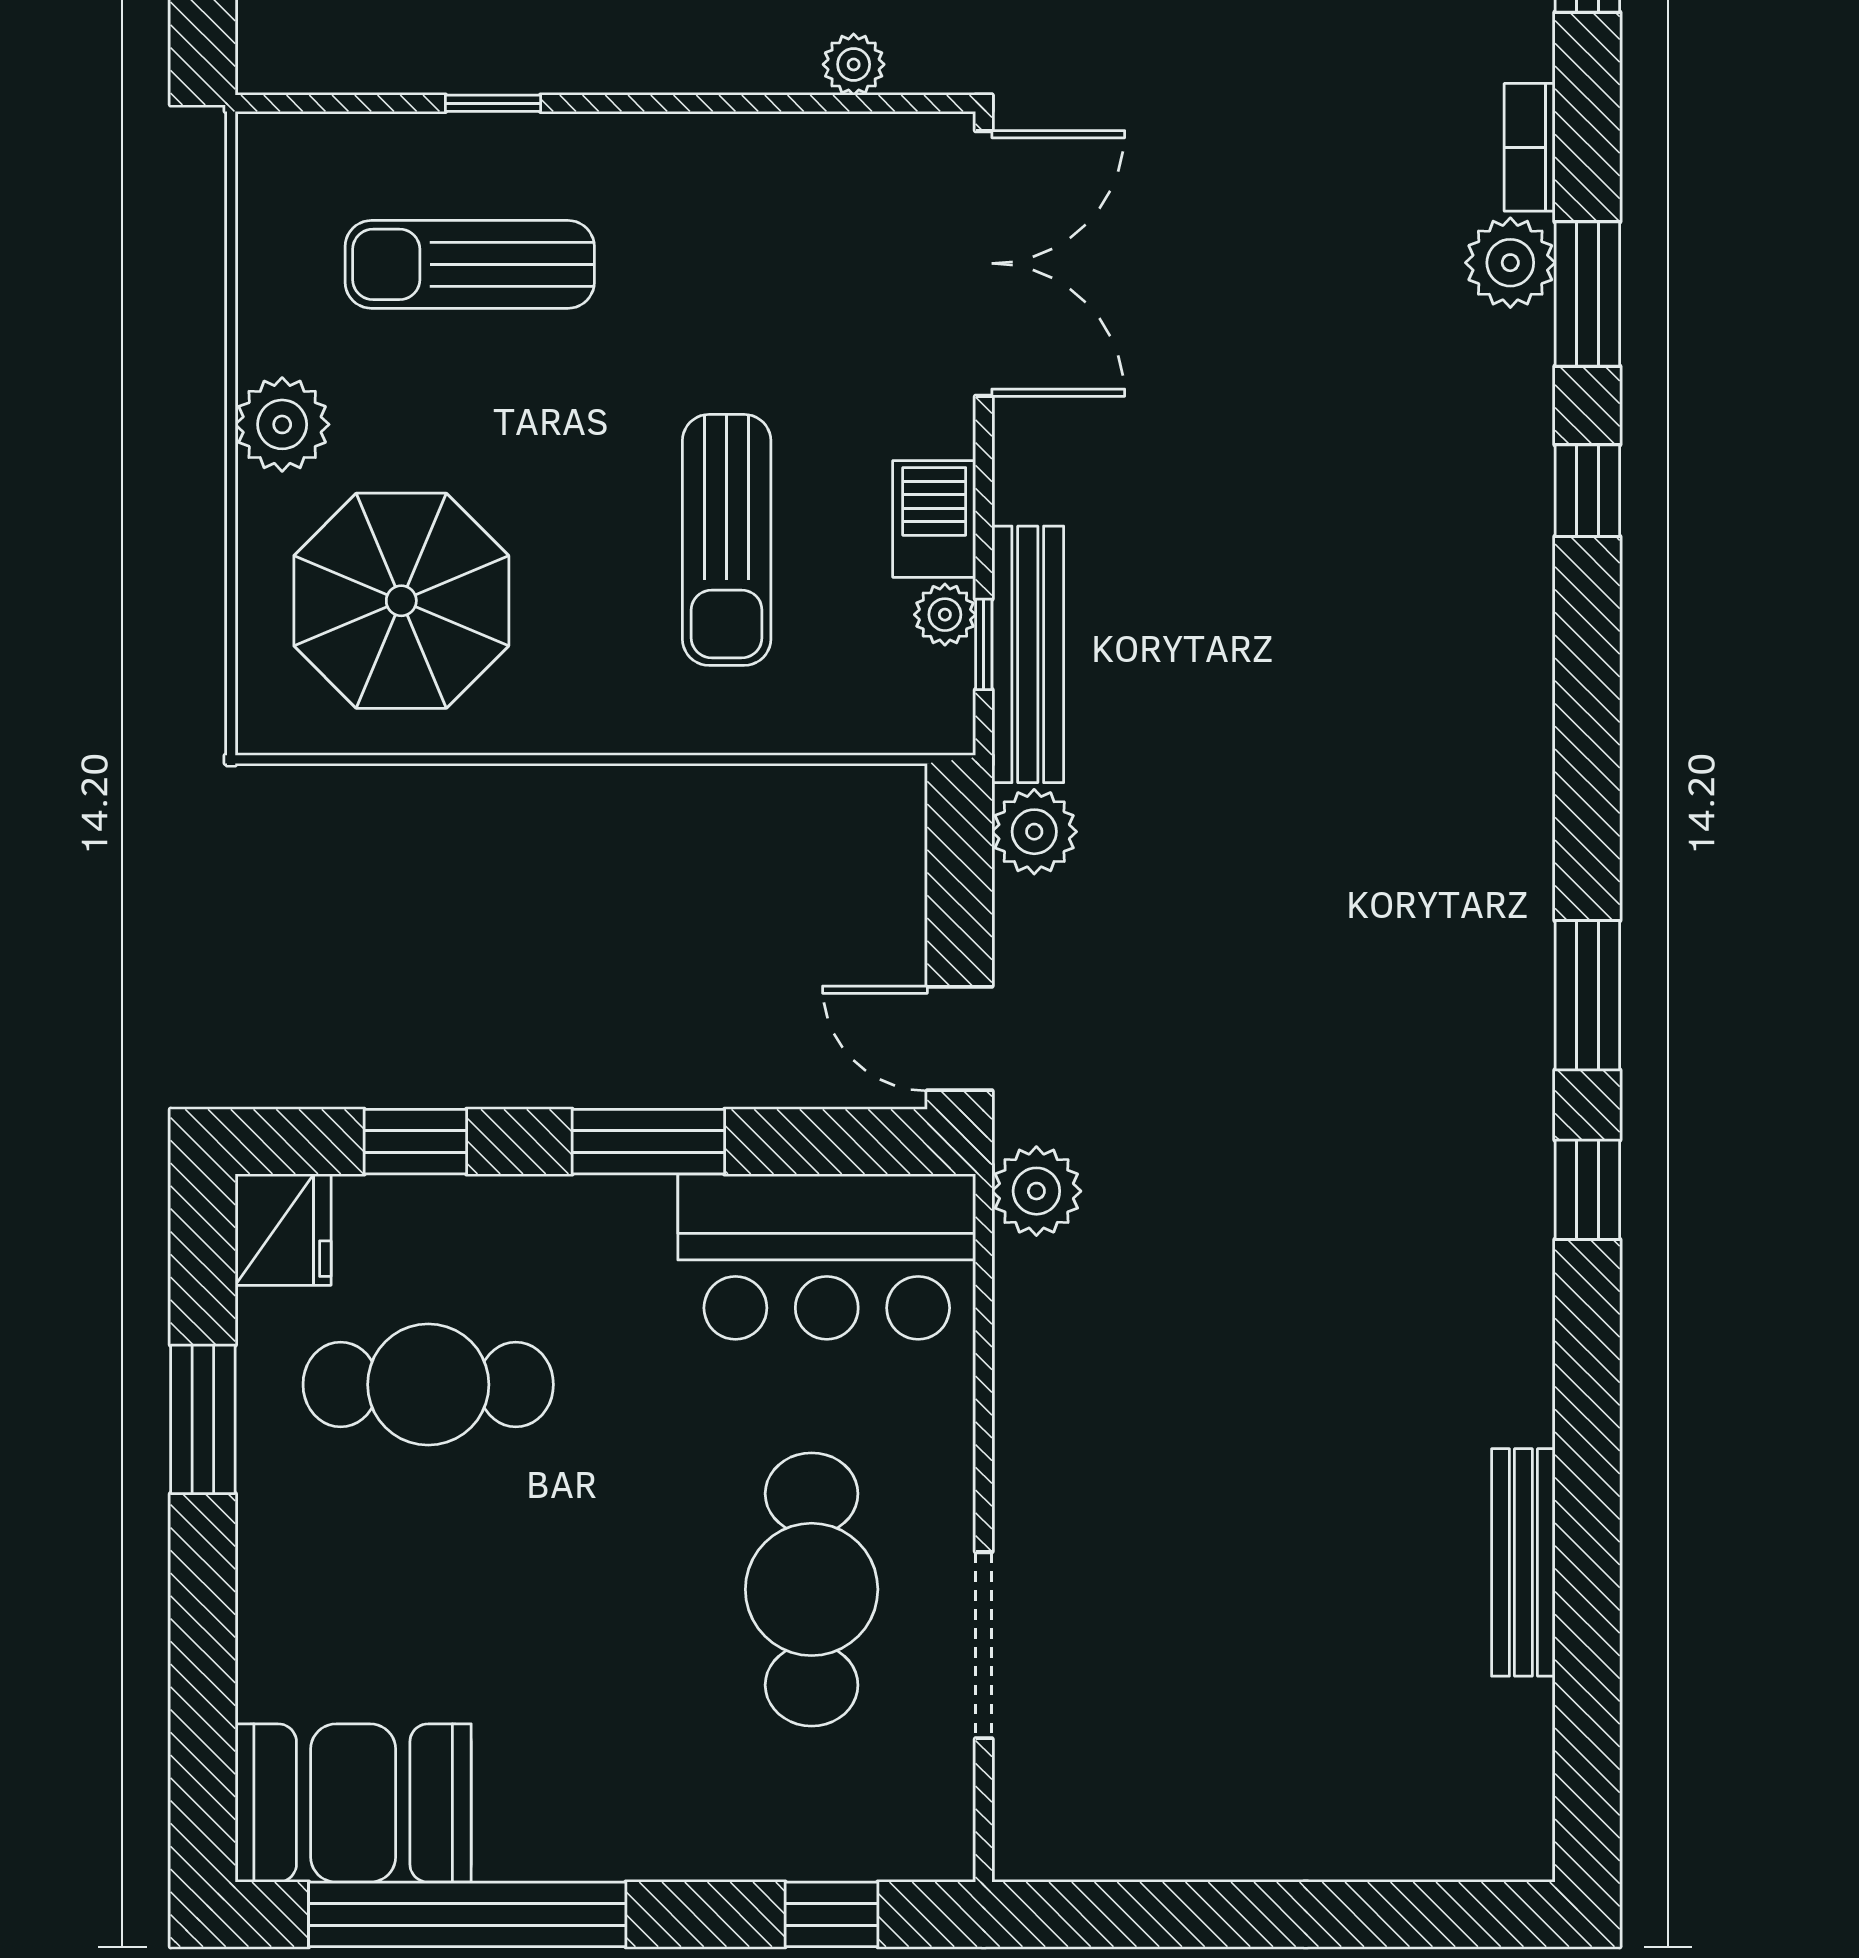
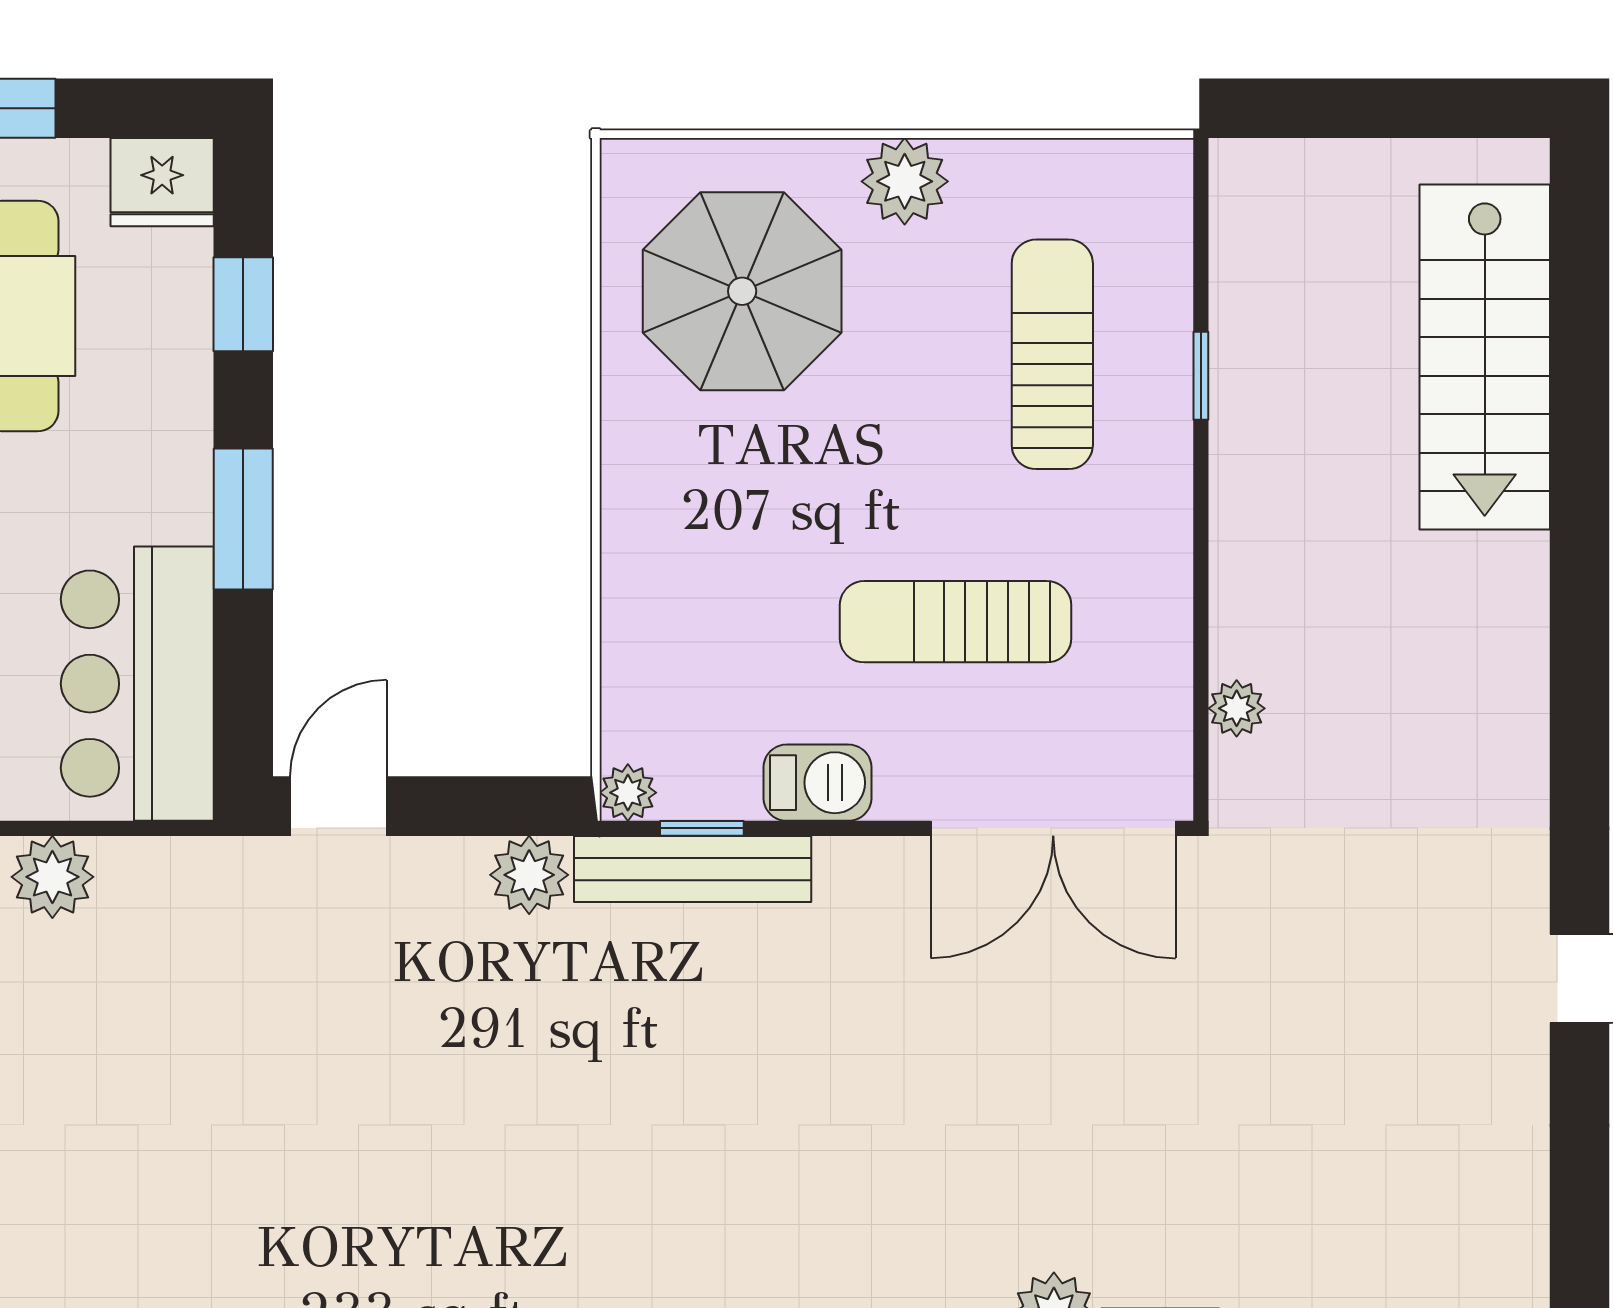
sun lounger: (727, 540) -> (956, 622), moved
plant: (945, 615) -> (628, 793), moved
plant: (1036, 1191) -> (52, 877), moved

